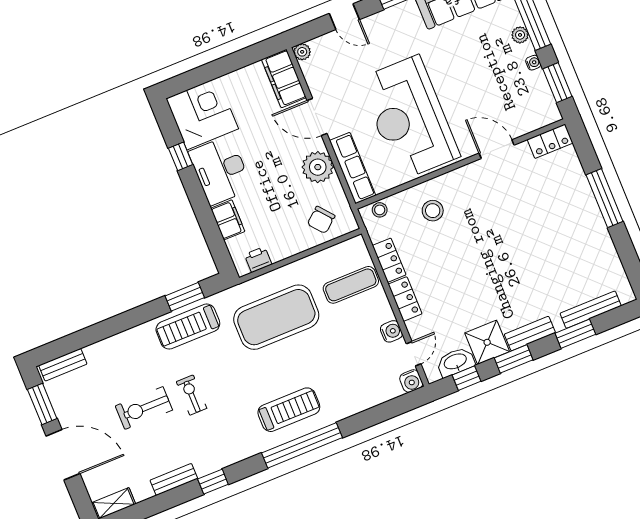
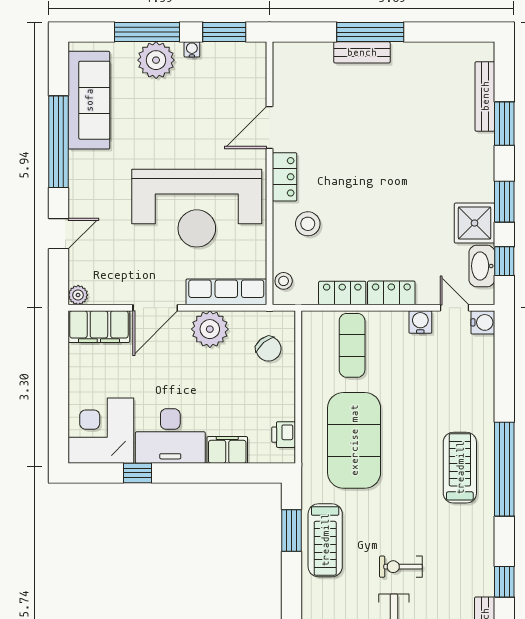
plant: (520, 35) -> (156, 60), width x1.88, depth x1.88
locker: (550, 141) -> (285, 177), moved
bench: (530, 334) -> (362, 52), moved, turned 90

